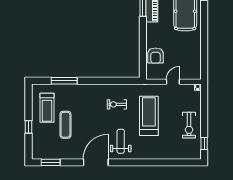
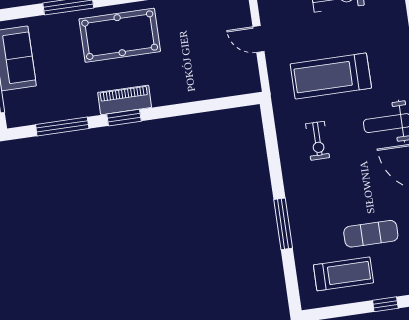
armchair: (156, 56) -> (213, 80), removed
window: (64, 81) -> (283, 224), moved

